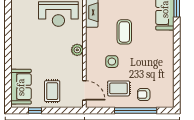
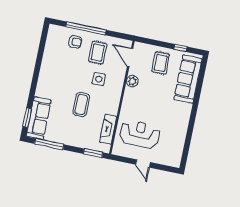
plant: (77, 50) -> (132, 81), moved
sofa: (21, 87) -> (188, 79), width x1.36
rug: (119, 88) -> (98, 53), turned 90

